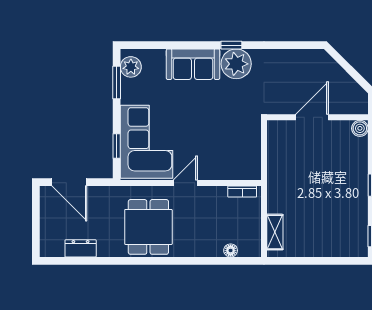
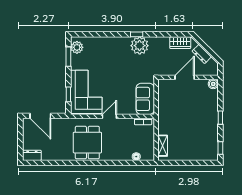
wardrobe: (305, 59) -> (180, 43), added
sofa: (193, 64) -> (145, 99), moved, turned 90
dresser: (341, 78) -> (202, 54), added
dresser: (81, 248) -> (32, 155), moved

